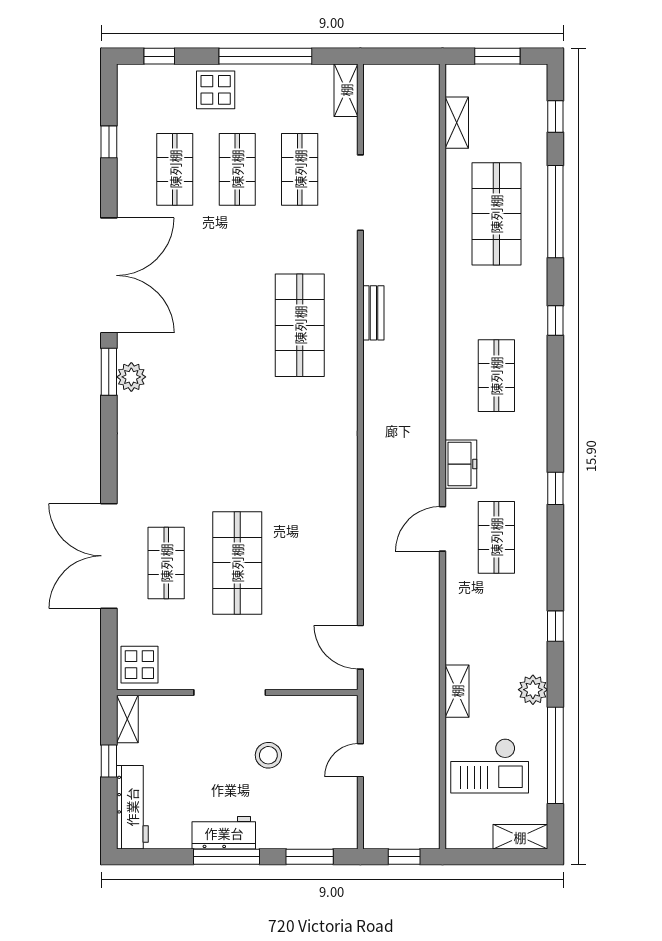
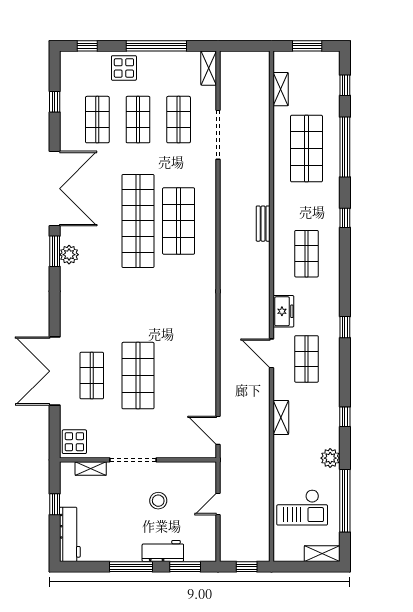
bench: (373, 313) -> (263, 224), moved
shop shelf: (237, 325) -> (138, 221), added
door: (443, 529) -> (271, 353), hinge flipped
shelving: (457, 691) -> (281, 417), moved
shelving: (127, 719) -> (91, 468), moved, turned 90
workbench: (224, 833) -> (163, 551), moved

